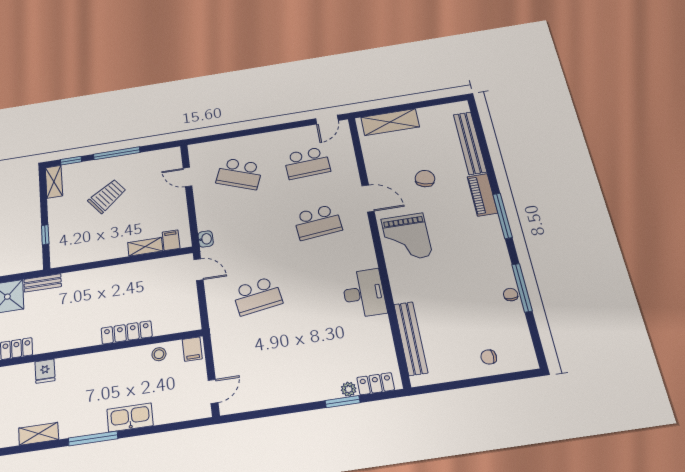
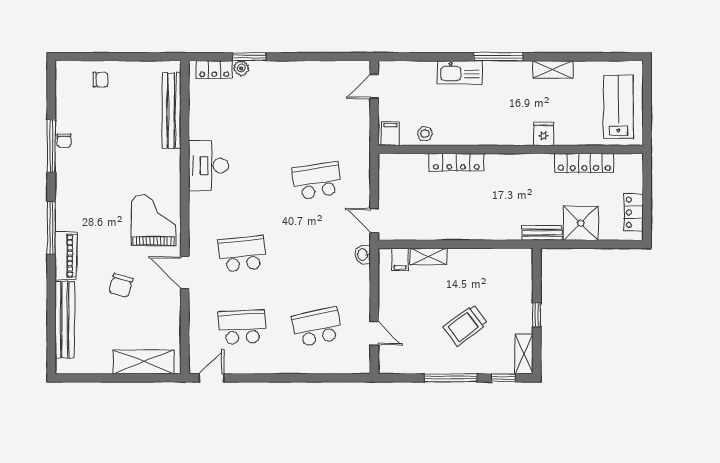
school desk: (239, 174) -> (317, 327), turned -33
window: (45, 235) -> (537, 315), moved

